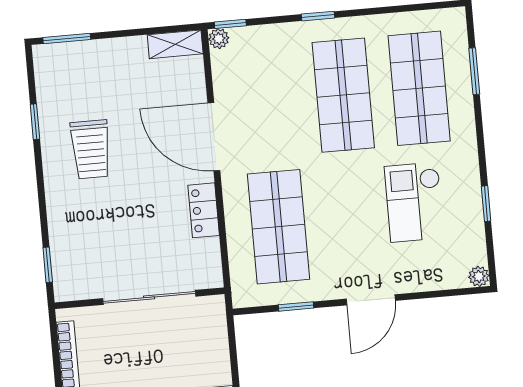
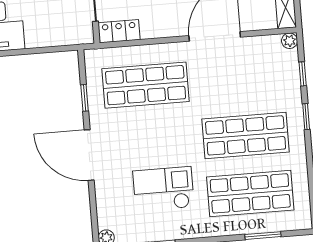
window: (230, 24) -> (303, 74), moved
locker: (204, 210) -> (119, 31), moved
door: (371, 300) -> (89, 155), width x1.36

